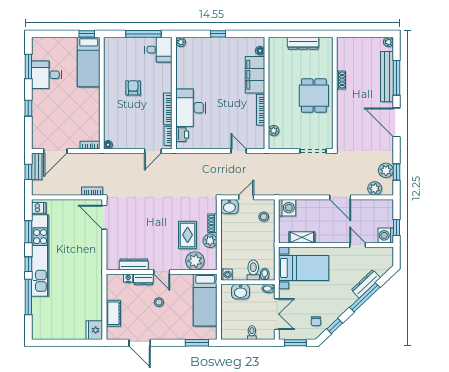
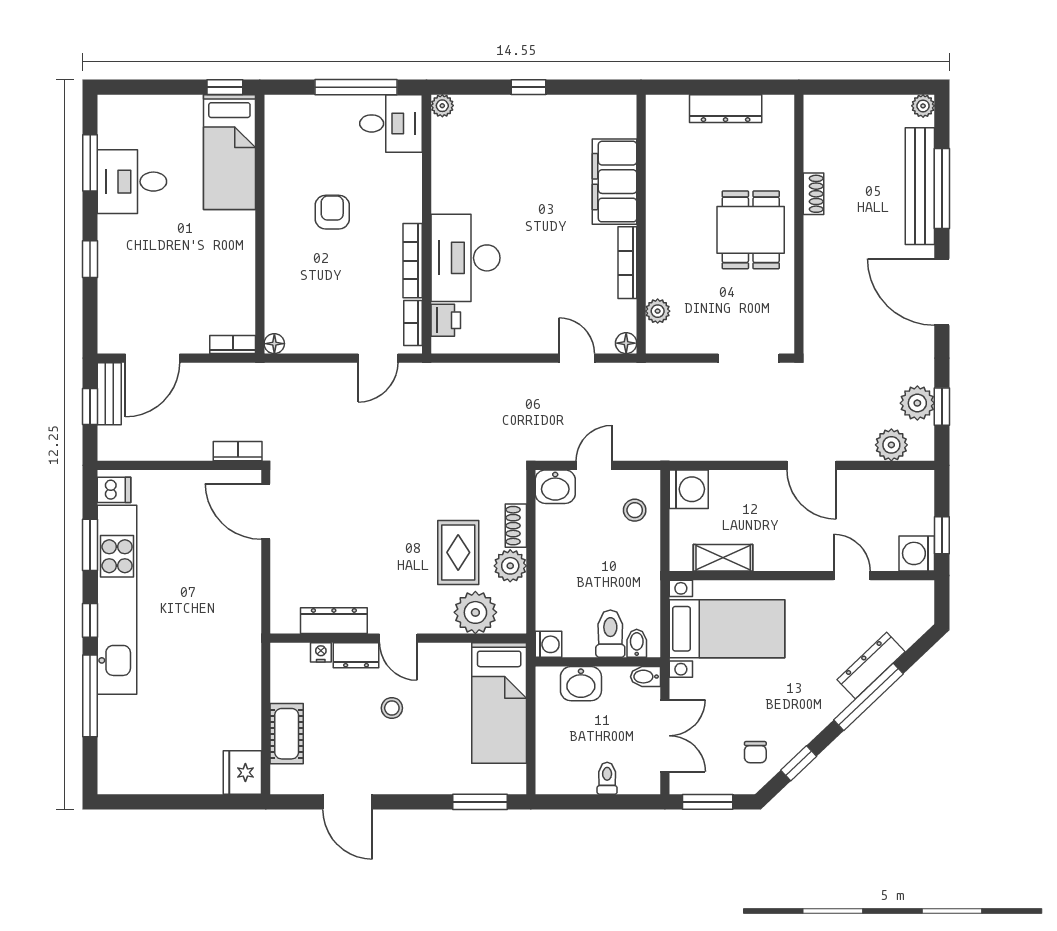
floor lamp: (260, 51) -> (626, 343), moved

